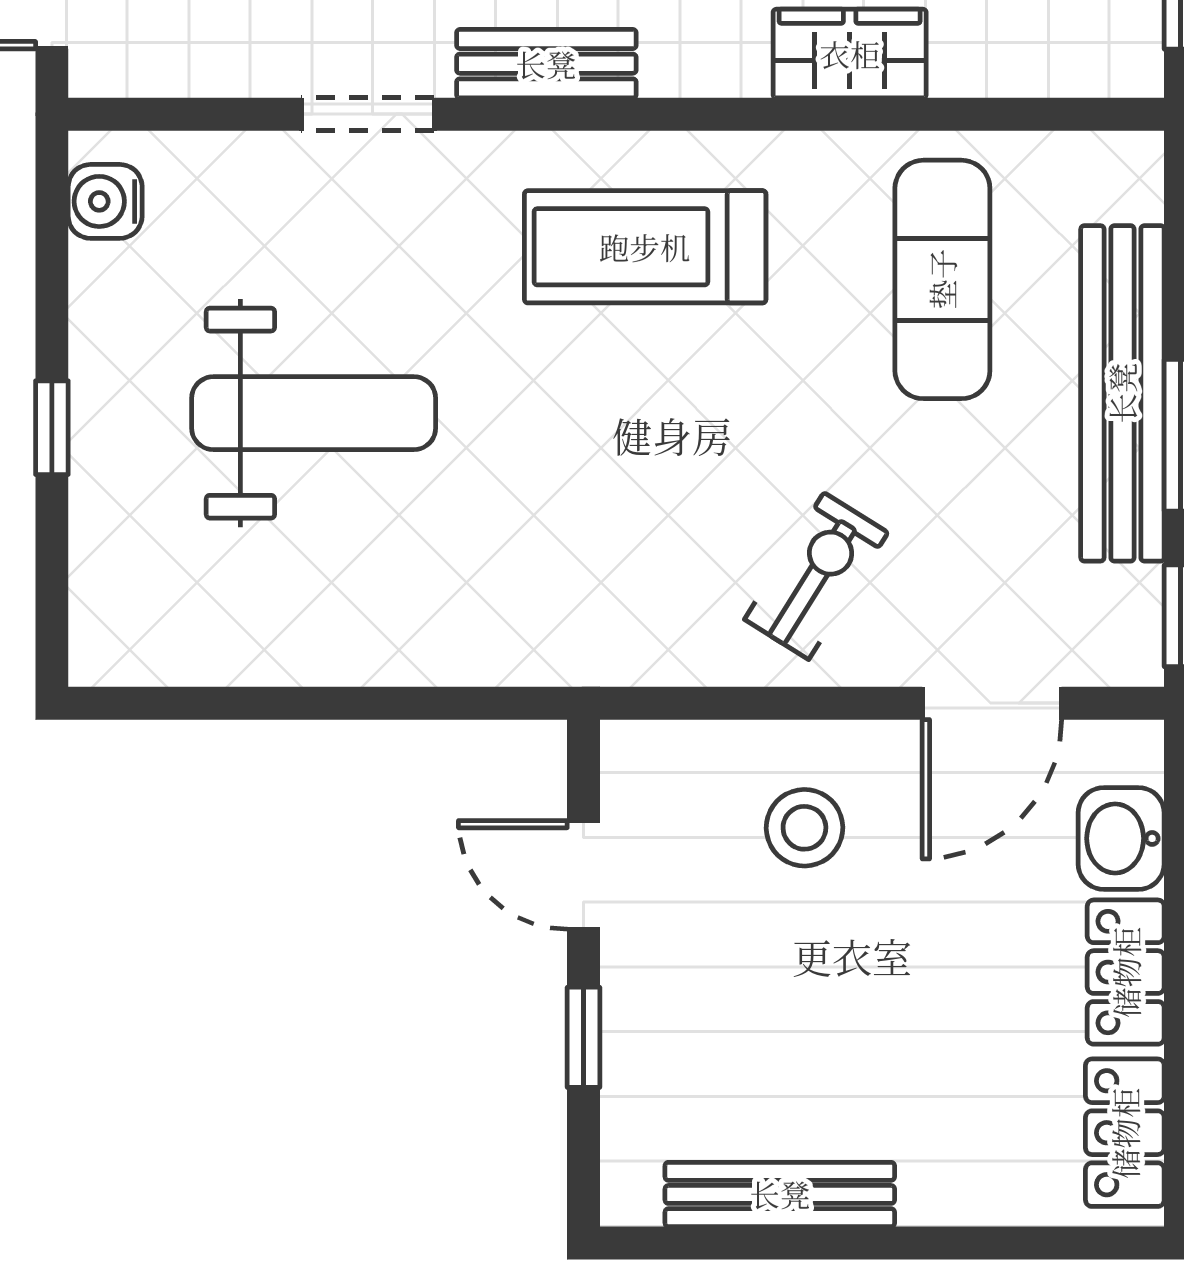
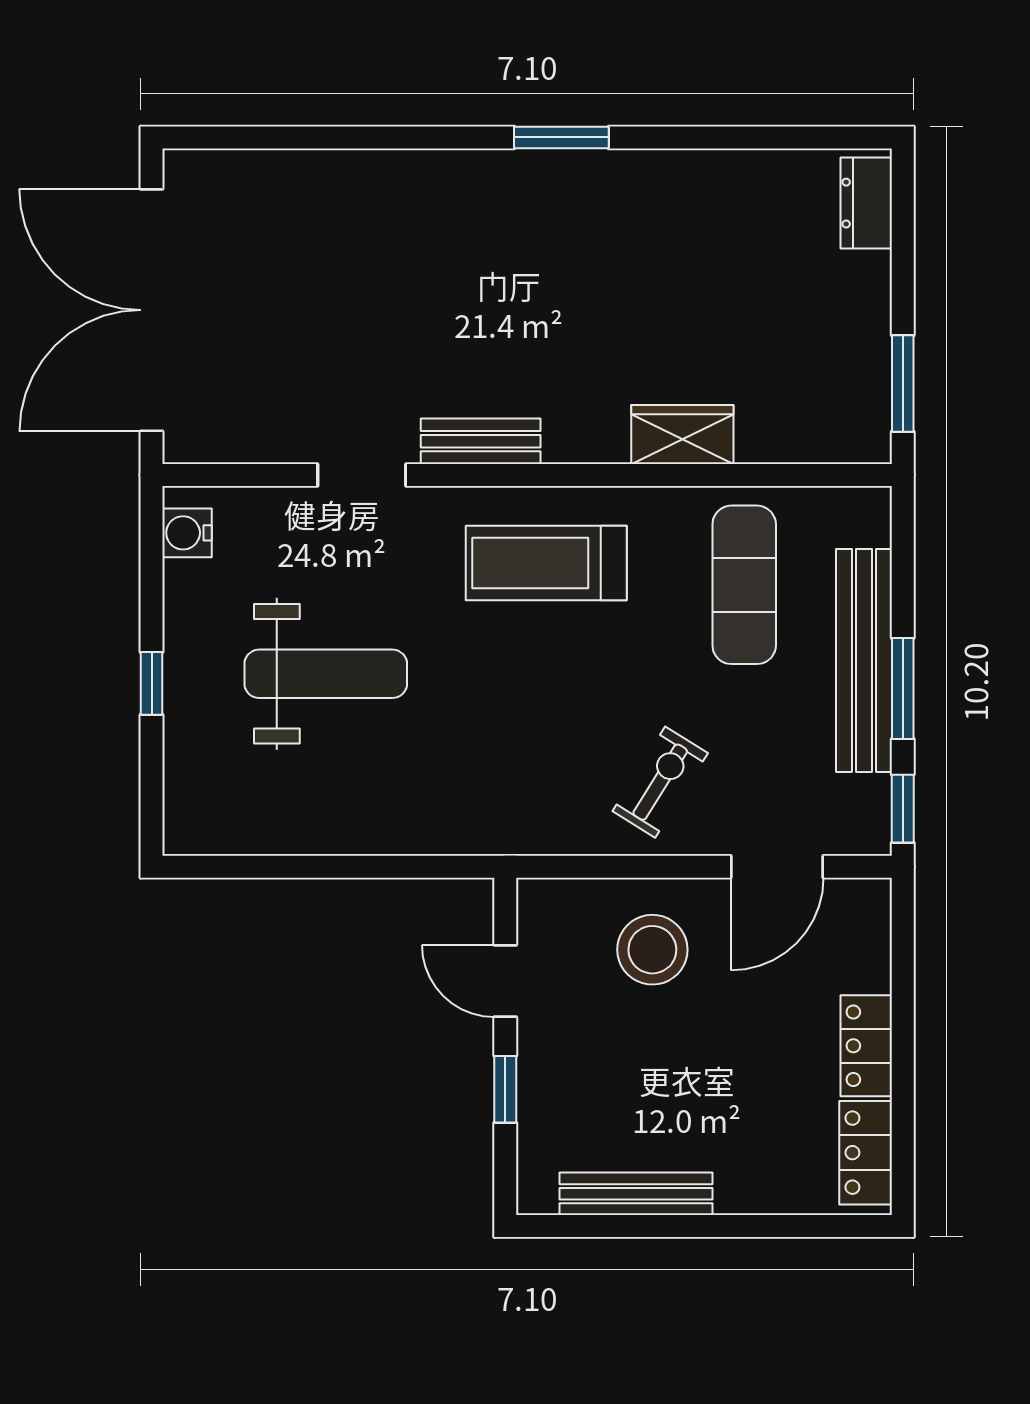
stool: (804, 828) -> (652, 950), width x1.38, depth x1.38
washbasin: (1121, 838) -> (863, 957), removed

